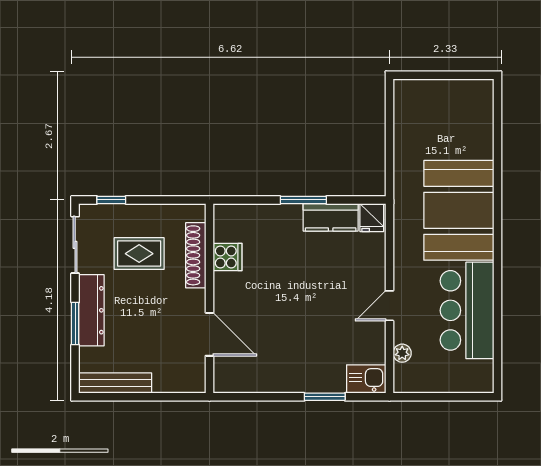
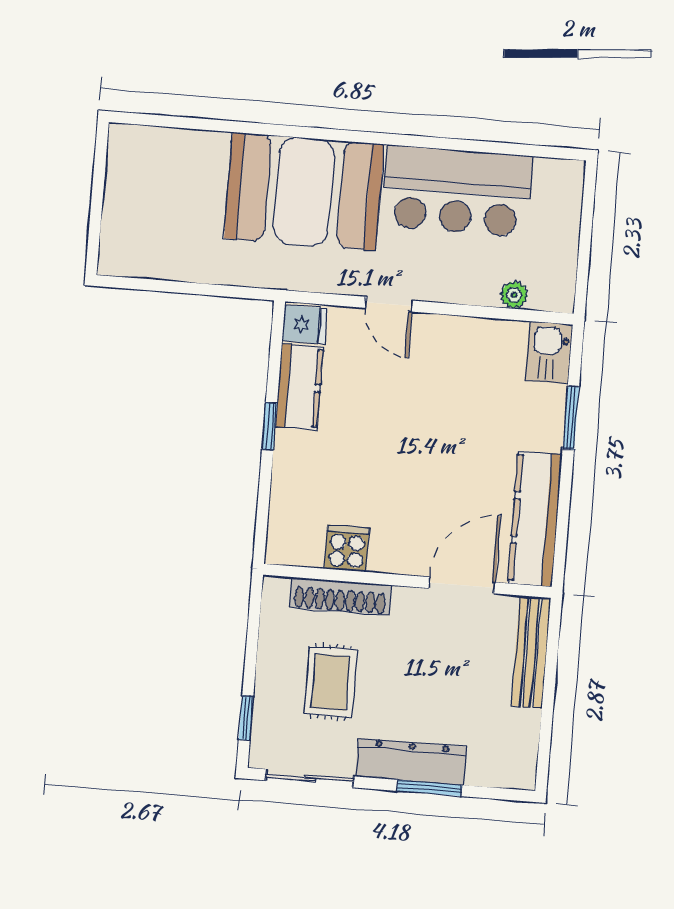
window: (303, 200) -> (269, 426), width x0.67
door: (389, 306) -> (389, 304), moved
kitchen counter: (257, 379) -> (535, 519), added
bench: (115, 383) -> (531, 652), moved

